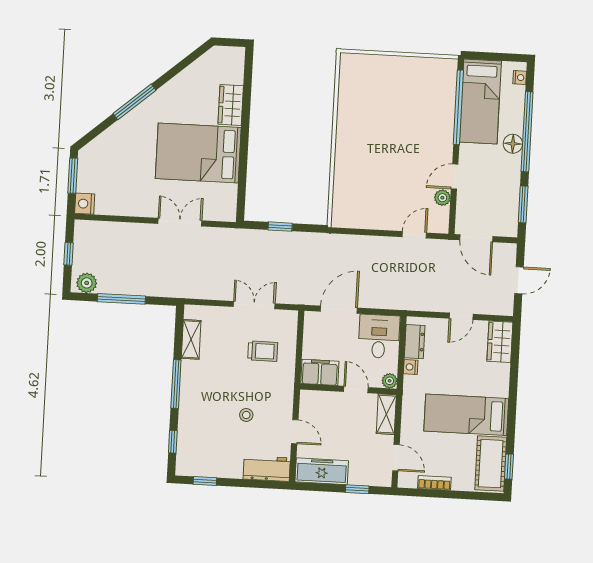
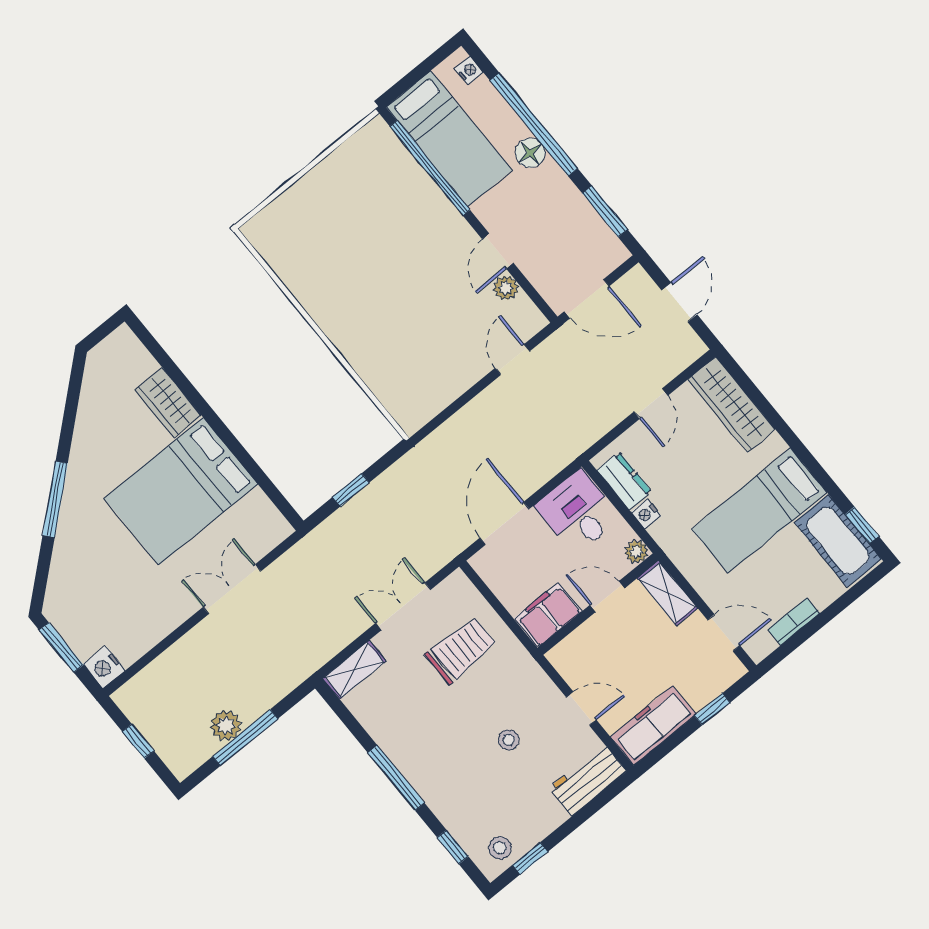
plant: (87, 283) -> (226, 725), moved
shelving: (191, 339) -> (354, 670), moved, turned 90
wardrobe: (500, 342) -> (732, 404), width x1.50
trolley: (263, 351) -> (461, 650), width x1.36, depth x1.39
stool: (195, 463) -> (500, 848), added

